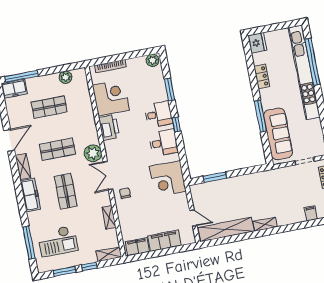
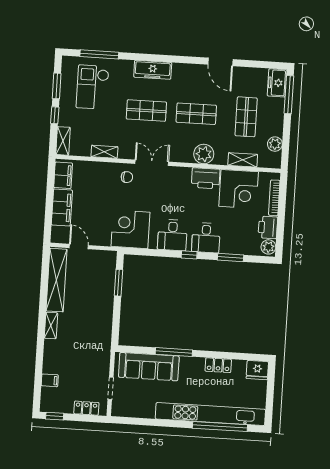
printer: (136, 65) -> (268, 227), added
shop shelf: (57, 149) -> (196, 114), turned 90
plant: (93, 153) -> (204, 154), moved
shelving: (23, 167) -> (243, 160), moved
door: (193, 218) -> (79, 247), swing flipped

